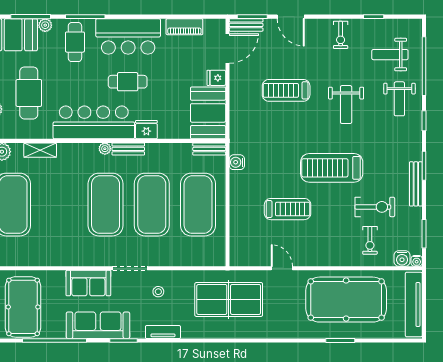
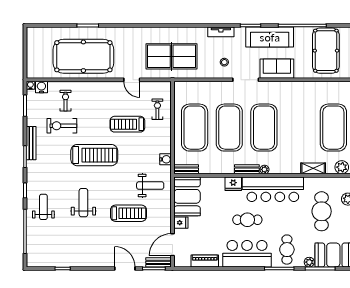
exercise bike: (341, 35) -> (157, 109), moved
weight bench: (390, 55) -> (150, 186), moved
tv unit: (414, 304) -> (33, 53), removed

